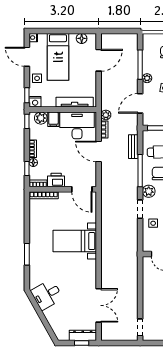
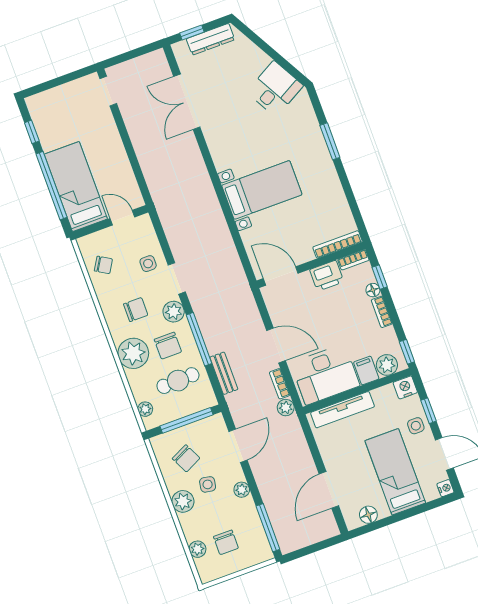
window: (140, 65) -> (268, 528), moved
window: (27, 95) -> (429, 411), moved
dresser: (83, 335) -> (211, 39), moved

